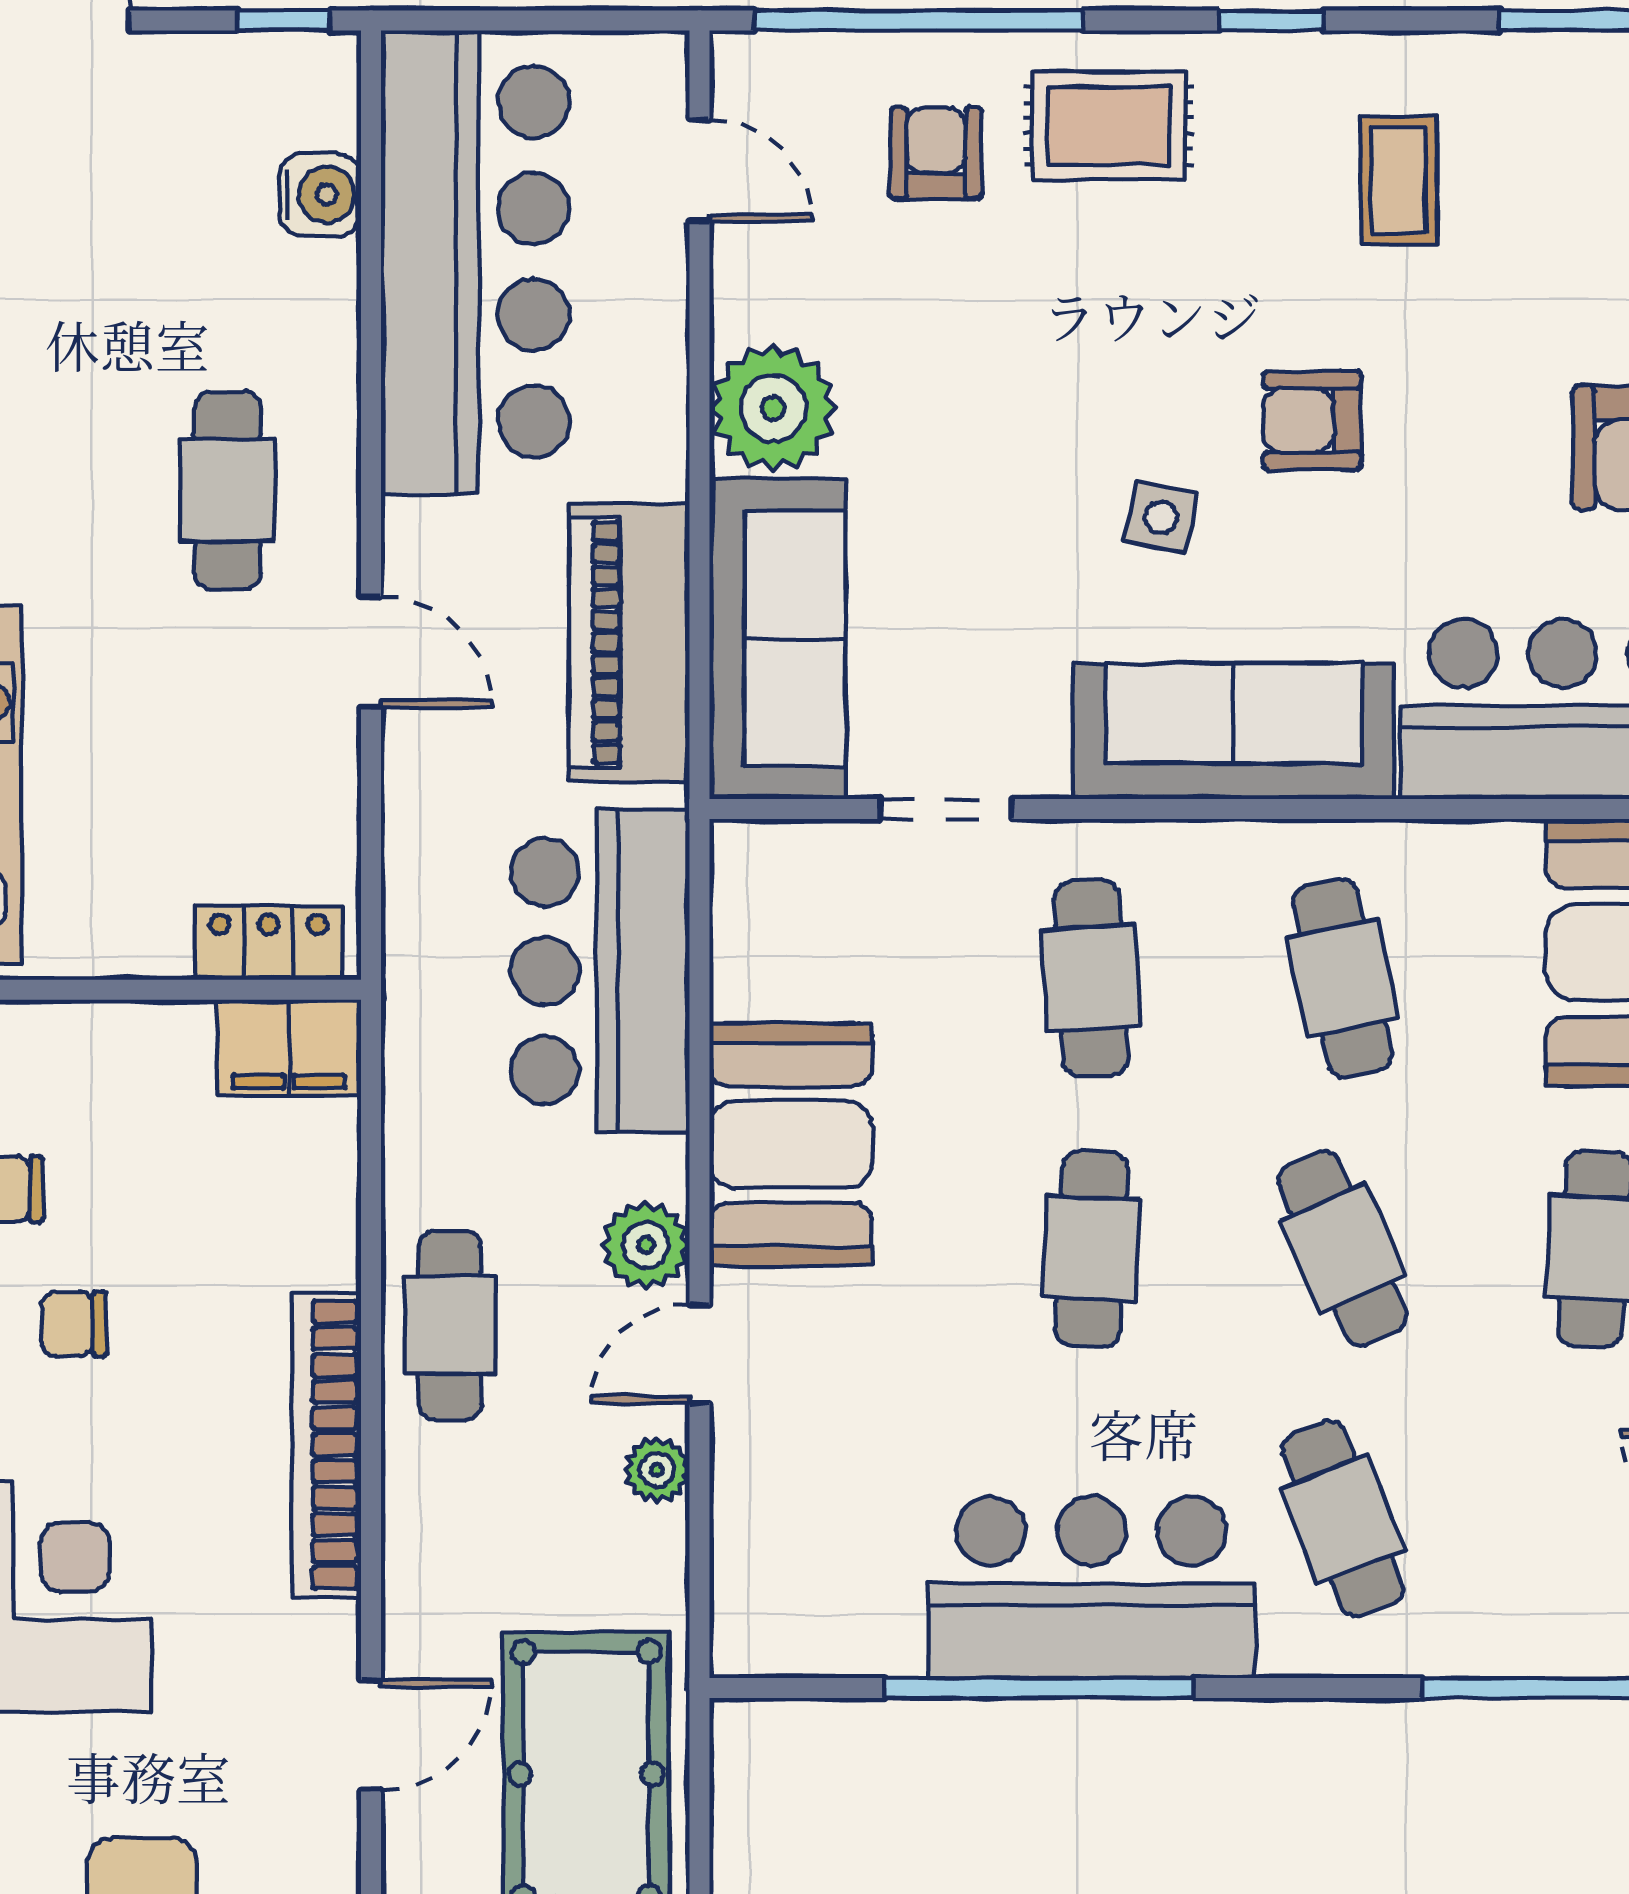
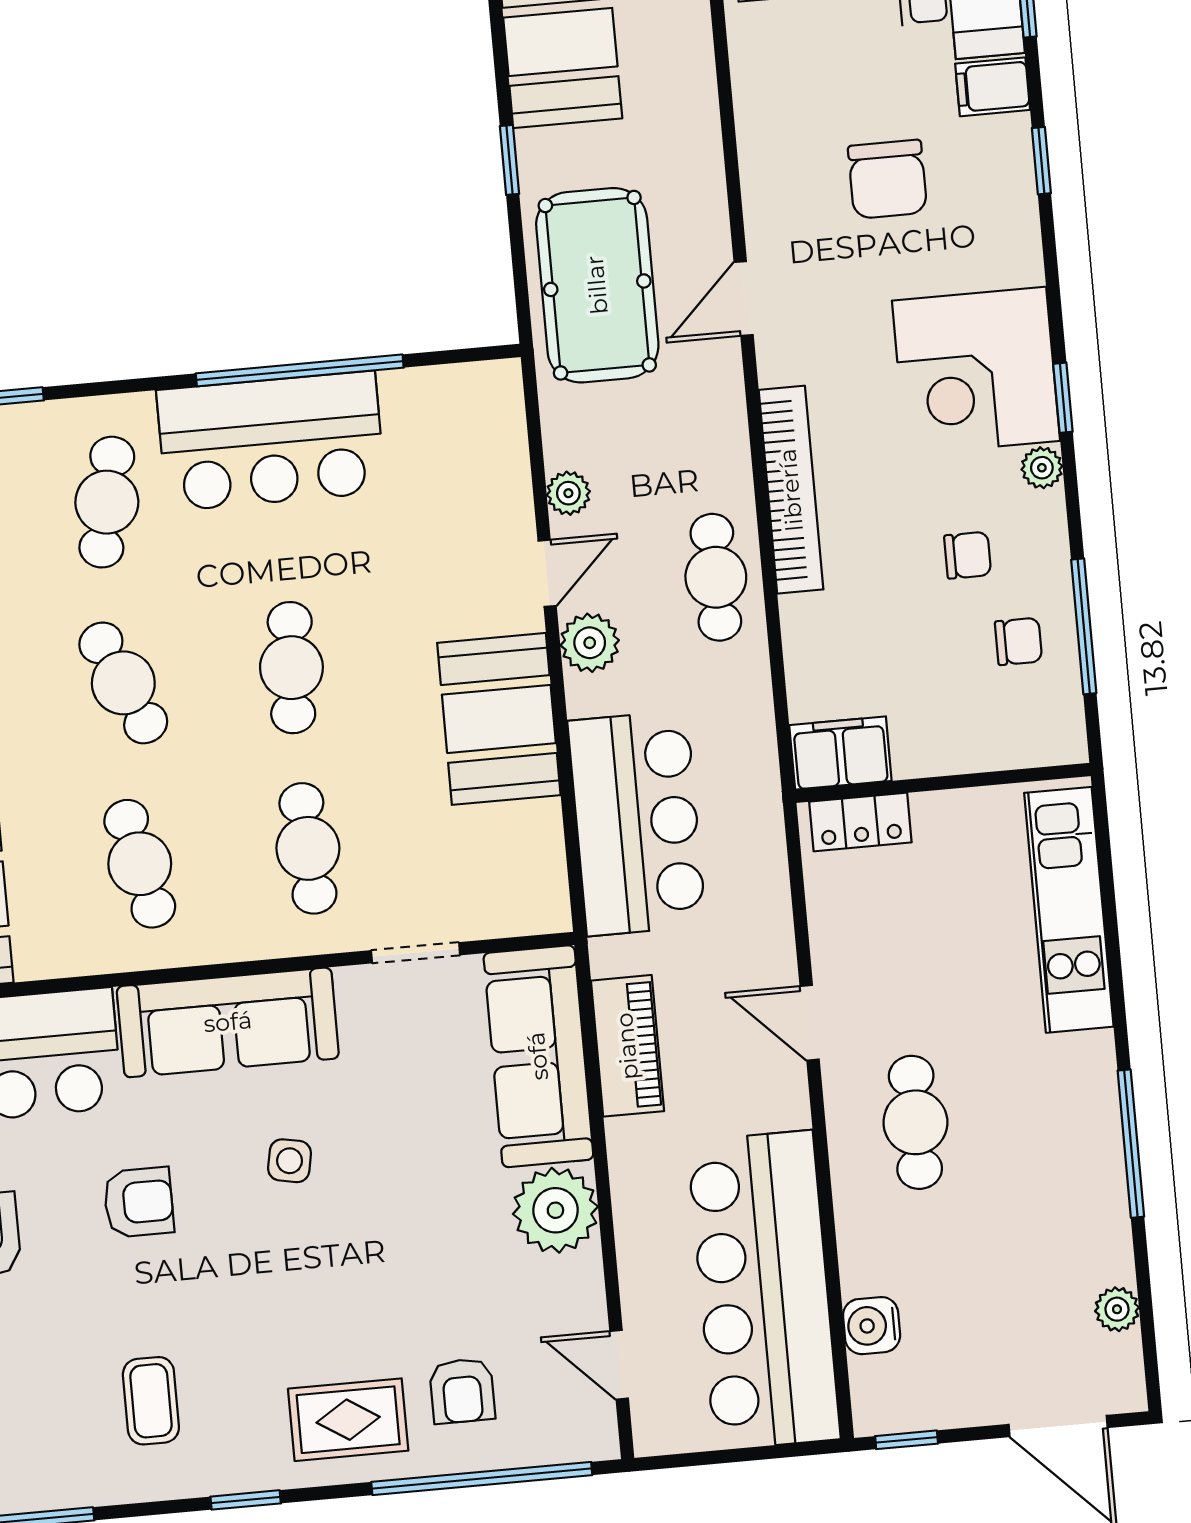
armchair: (1312, 421) -> (139, 1202), moved
piano: (629, 642) -> (627, 1046), width x0.73, depth x0.75
cafe table: (1343, 1519) -> (107, 502), turned 33

